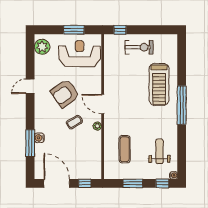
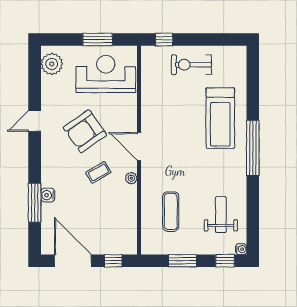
exercise bike: (139, 47) -> (191, 65), turned 180

